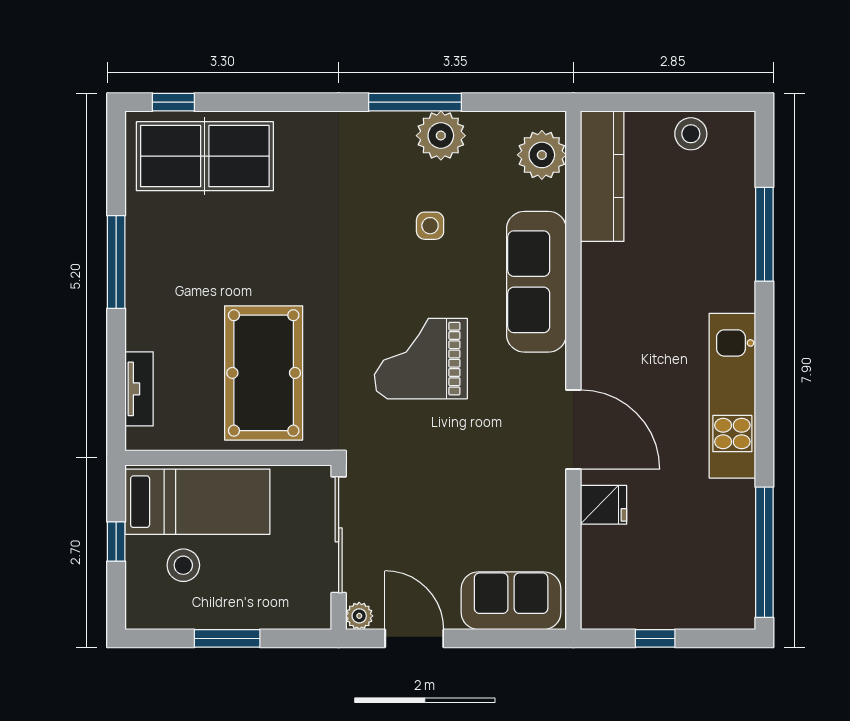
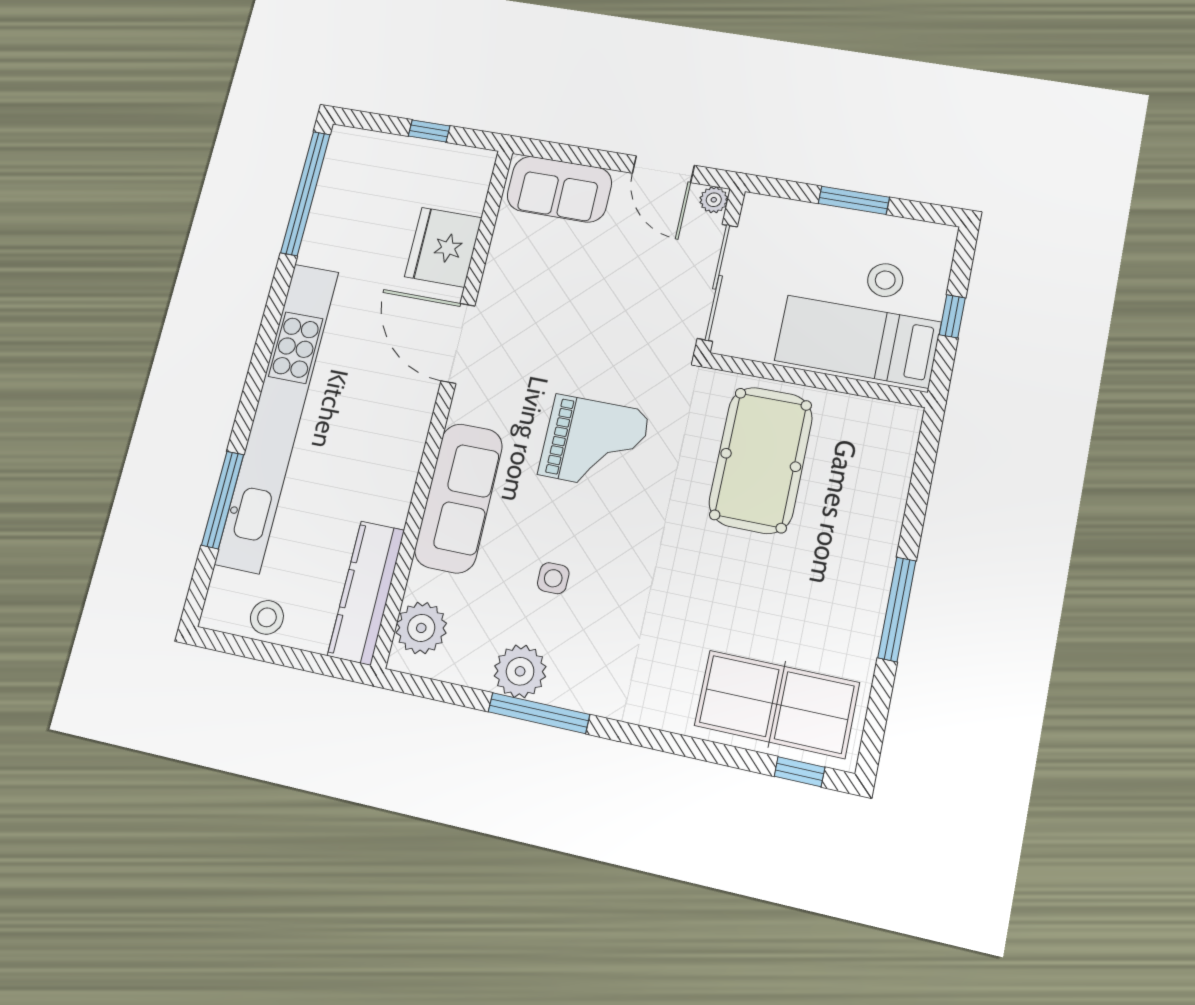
tv unit: (139, 389) -> (898, 469), removed
kitchen unit: (732, 396) -> (277, 416), width x1.86
fridge: (604, 505) -> (443, 247), width x1.88, depth x1.34

